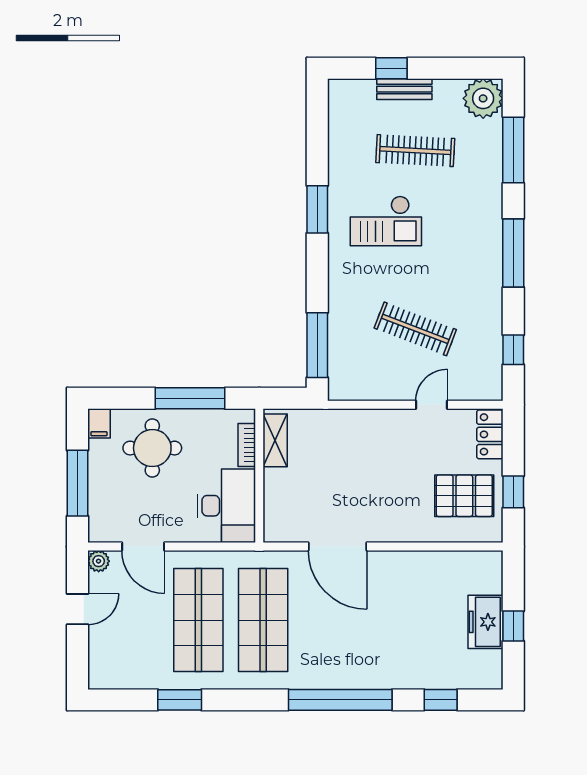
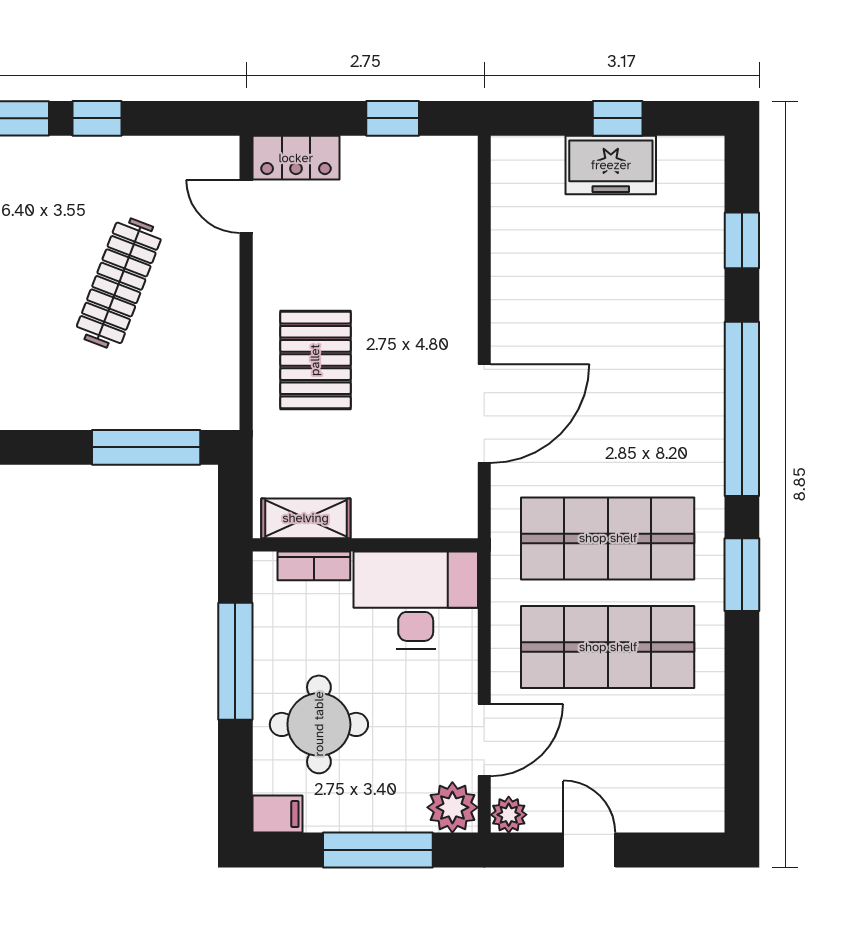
window: (513, 350) -> (97, 118), moved
door: (432, 405) -> (246, 206), moved
pallet: (464, 496) -> (315, 360), moved
plant: (103, 528) -> (452, 807), added
window: (180, 700) -> (742, 575), moved

